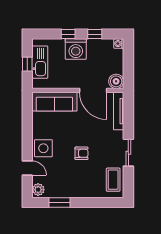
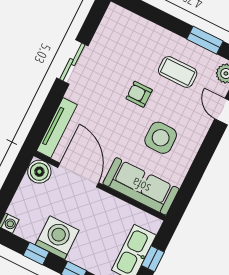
washing machine: (76, 49) -> (57, 238), moved
side table: (43, 148) -> (161, 138), moved
coffee table: (113, 180) -> (178, 72), moved, turned 90

